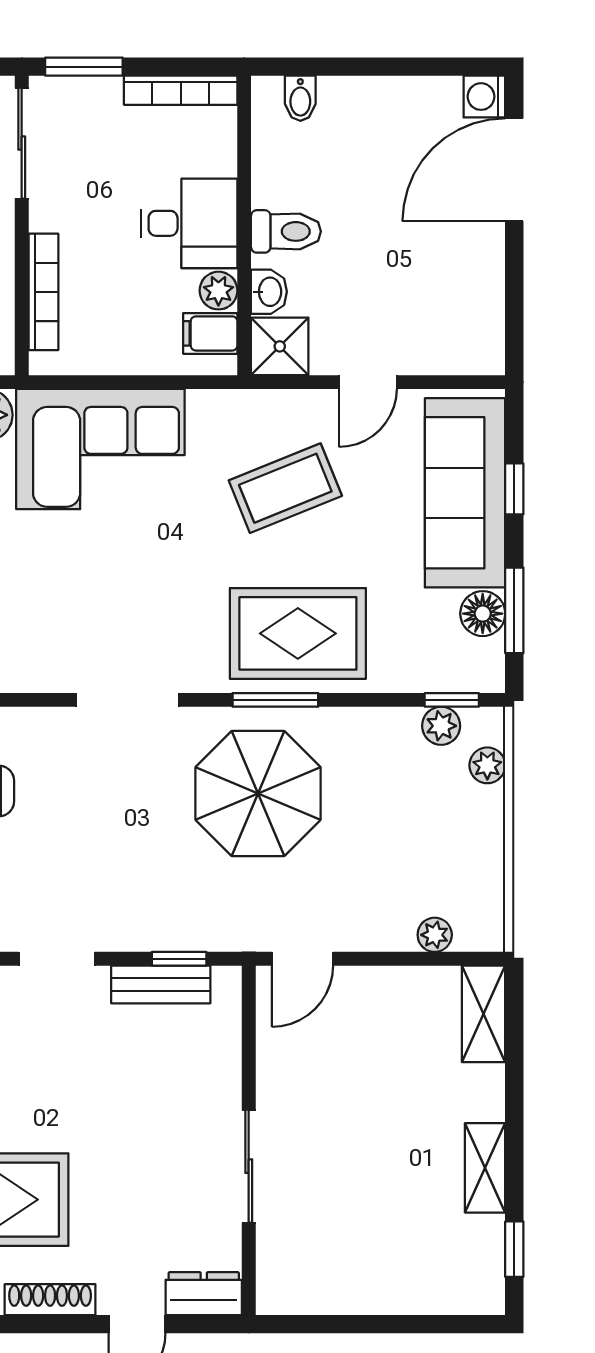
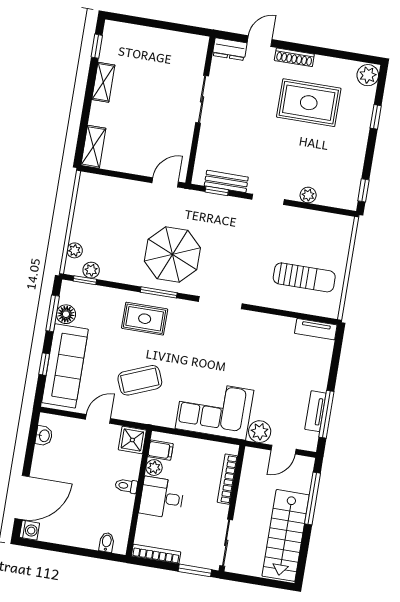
toilet: (286, 231) -> (126, 486), width x0.73, depth x0.72
washbasin: (269, 292) -> (44, 436), moved, turned 180
rug: (298, 633) -> (145, 319), width x0.73, depth x0.70
plant: (435, 935) -> (108, 183), removed

